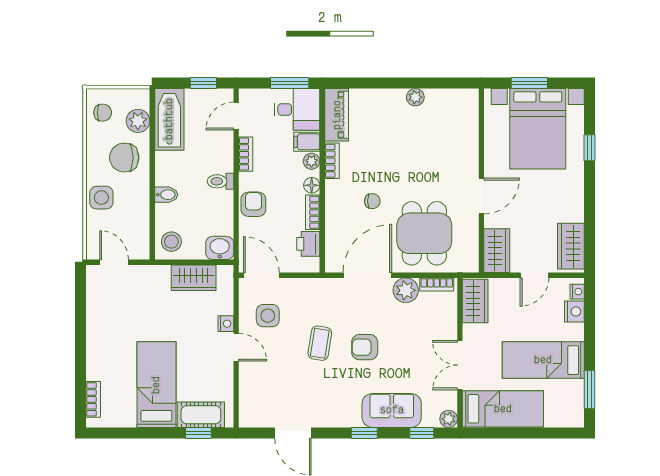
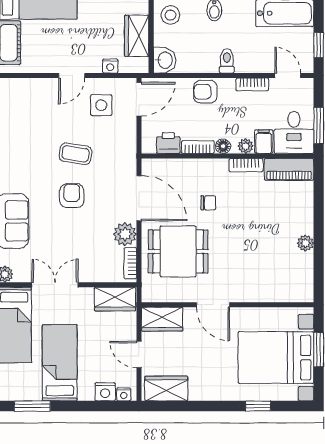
chair: (372, 201) -> (208, 203), turned -90
armchair: (253, 204) -> (205, 92), turned 180
nightstand: (226, 324) -> (110, 66), moved

